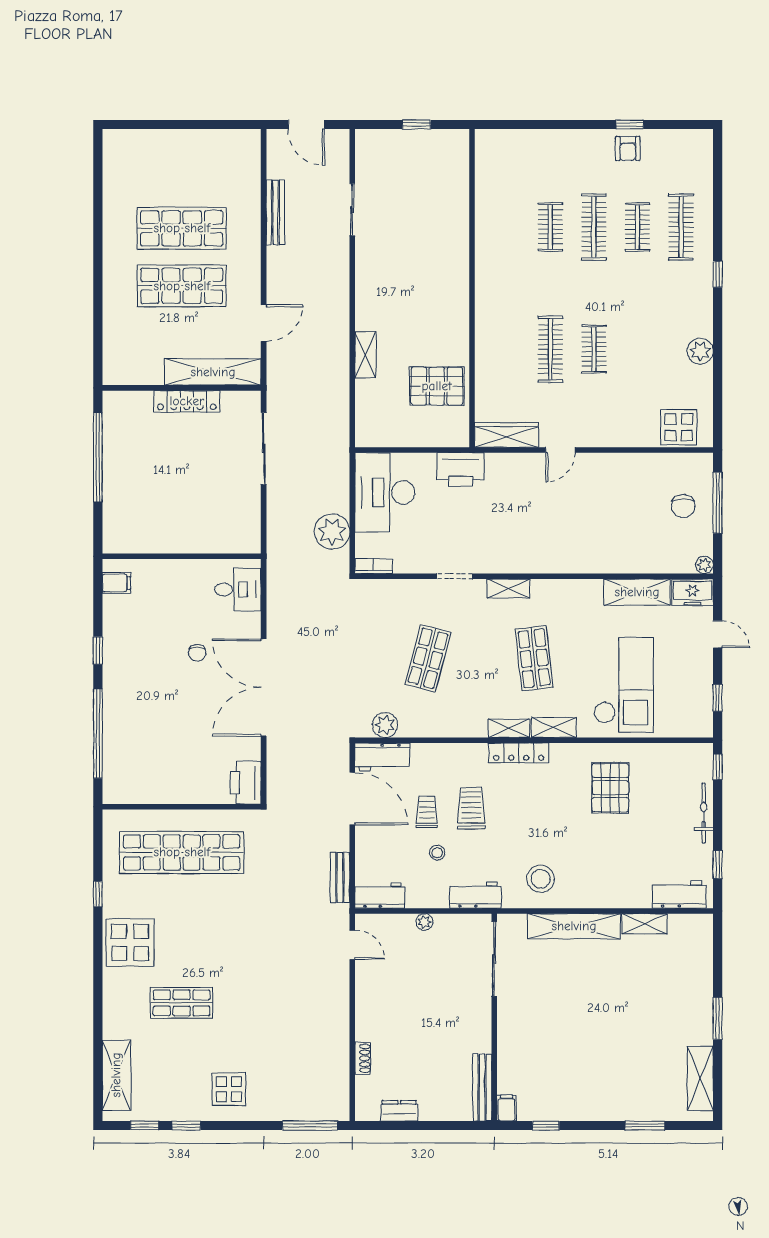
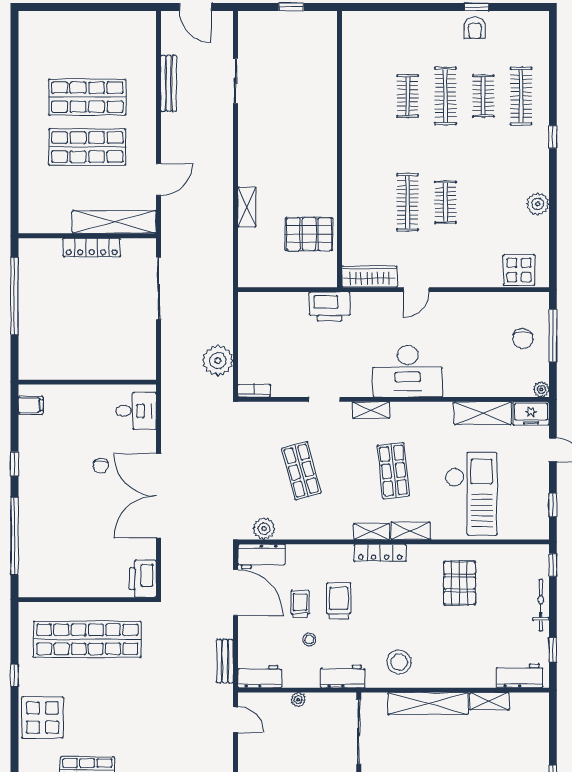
desk: (385, 492) -> (408, 371), moved, turned -90
shop shelf: (428, 658) -> (301, 471), turned -30

